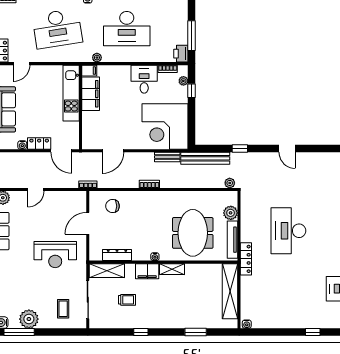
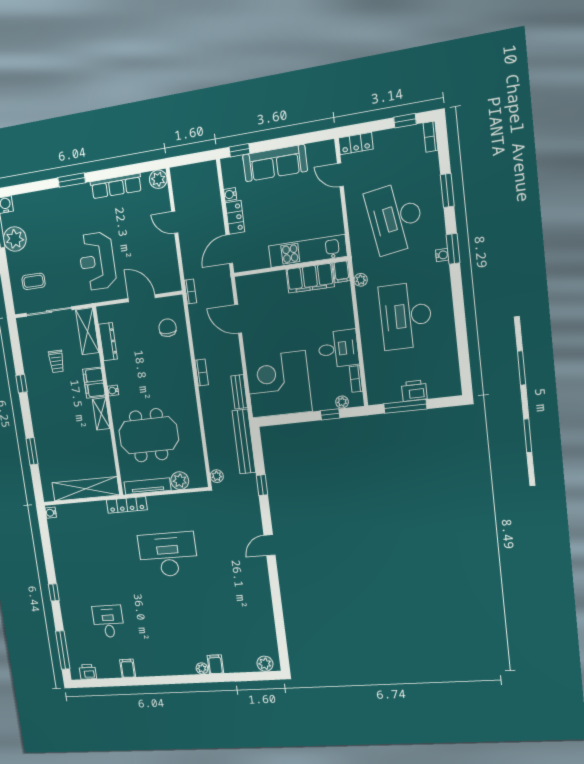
printer: (181, 54) -> (414, 391), moved

